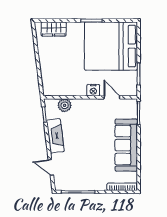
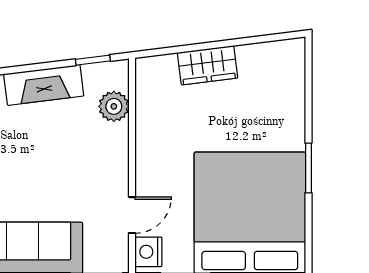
wardrobe: (54, 29) -> (207, 65), moved, turned -97
nightstand: (93, 90) -> (148, 252), moved

